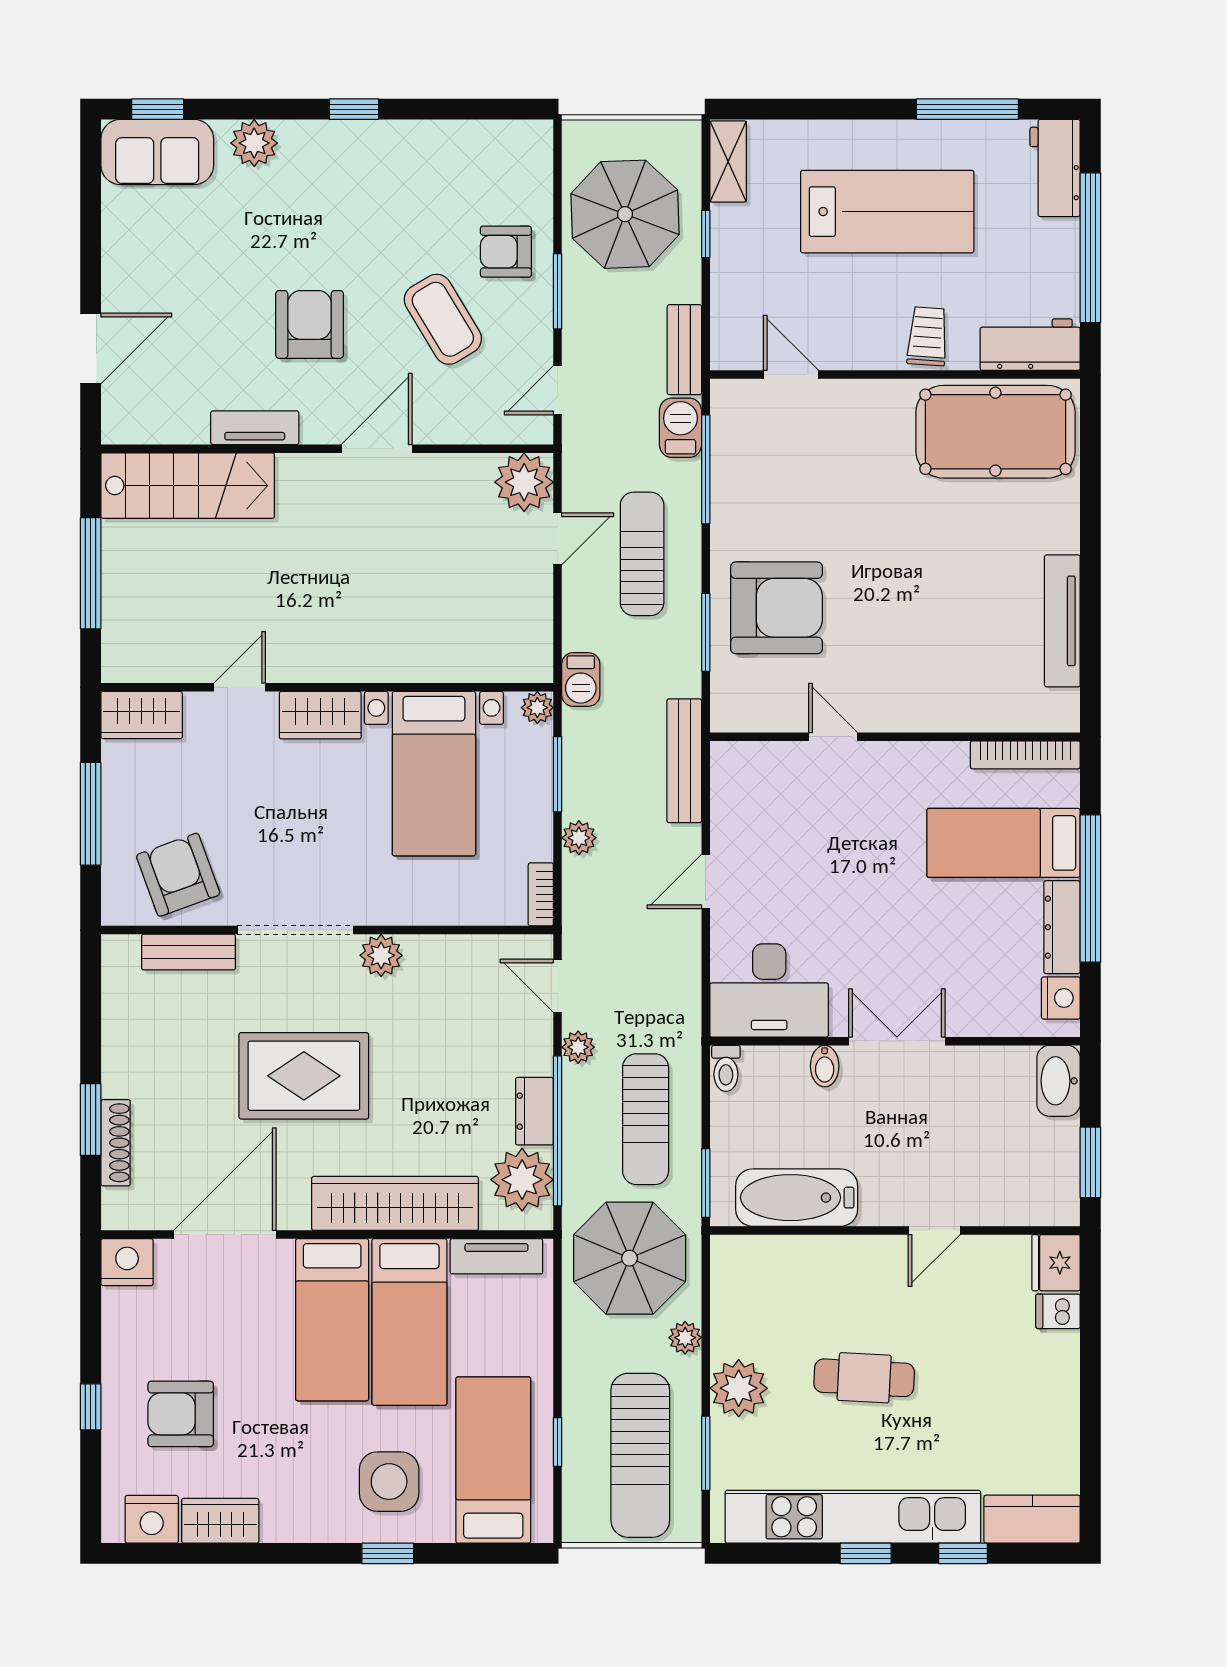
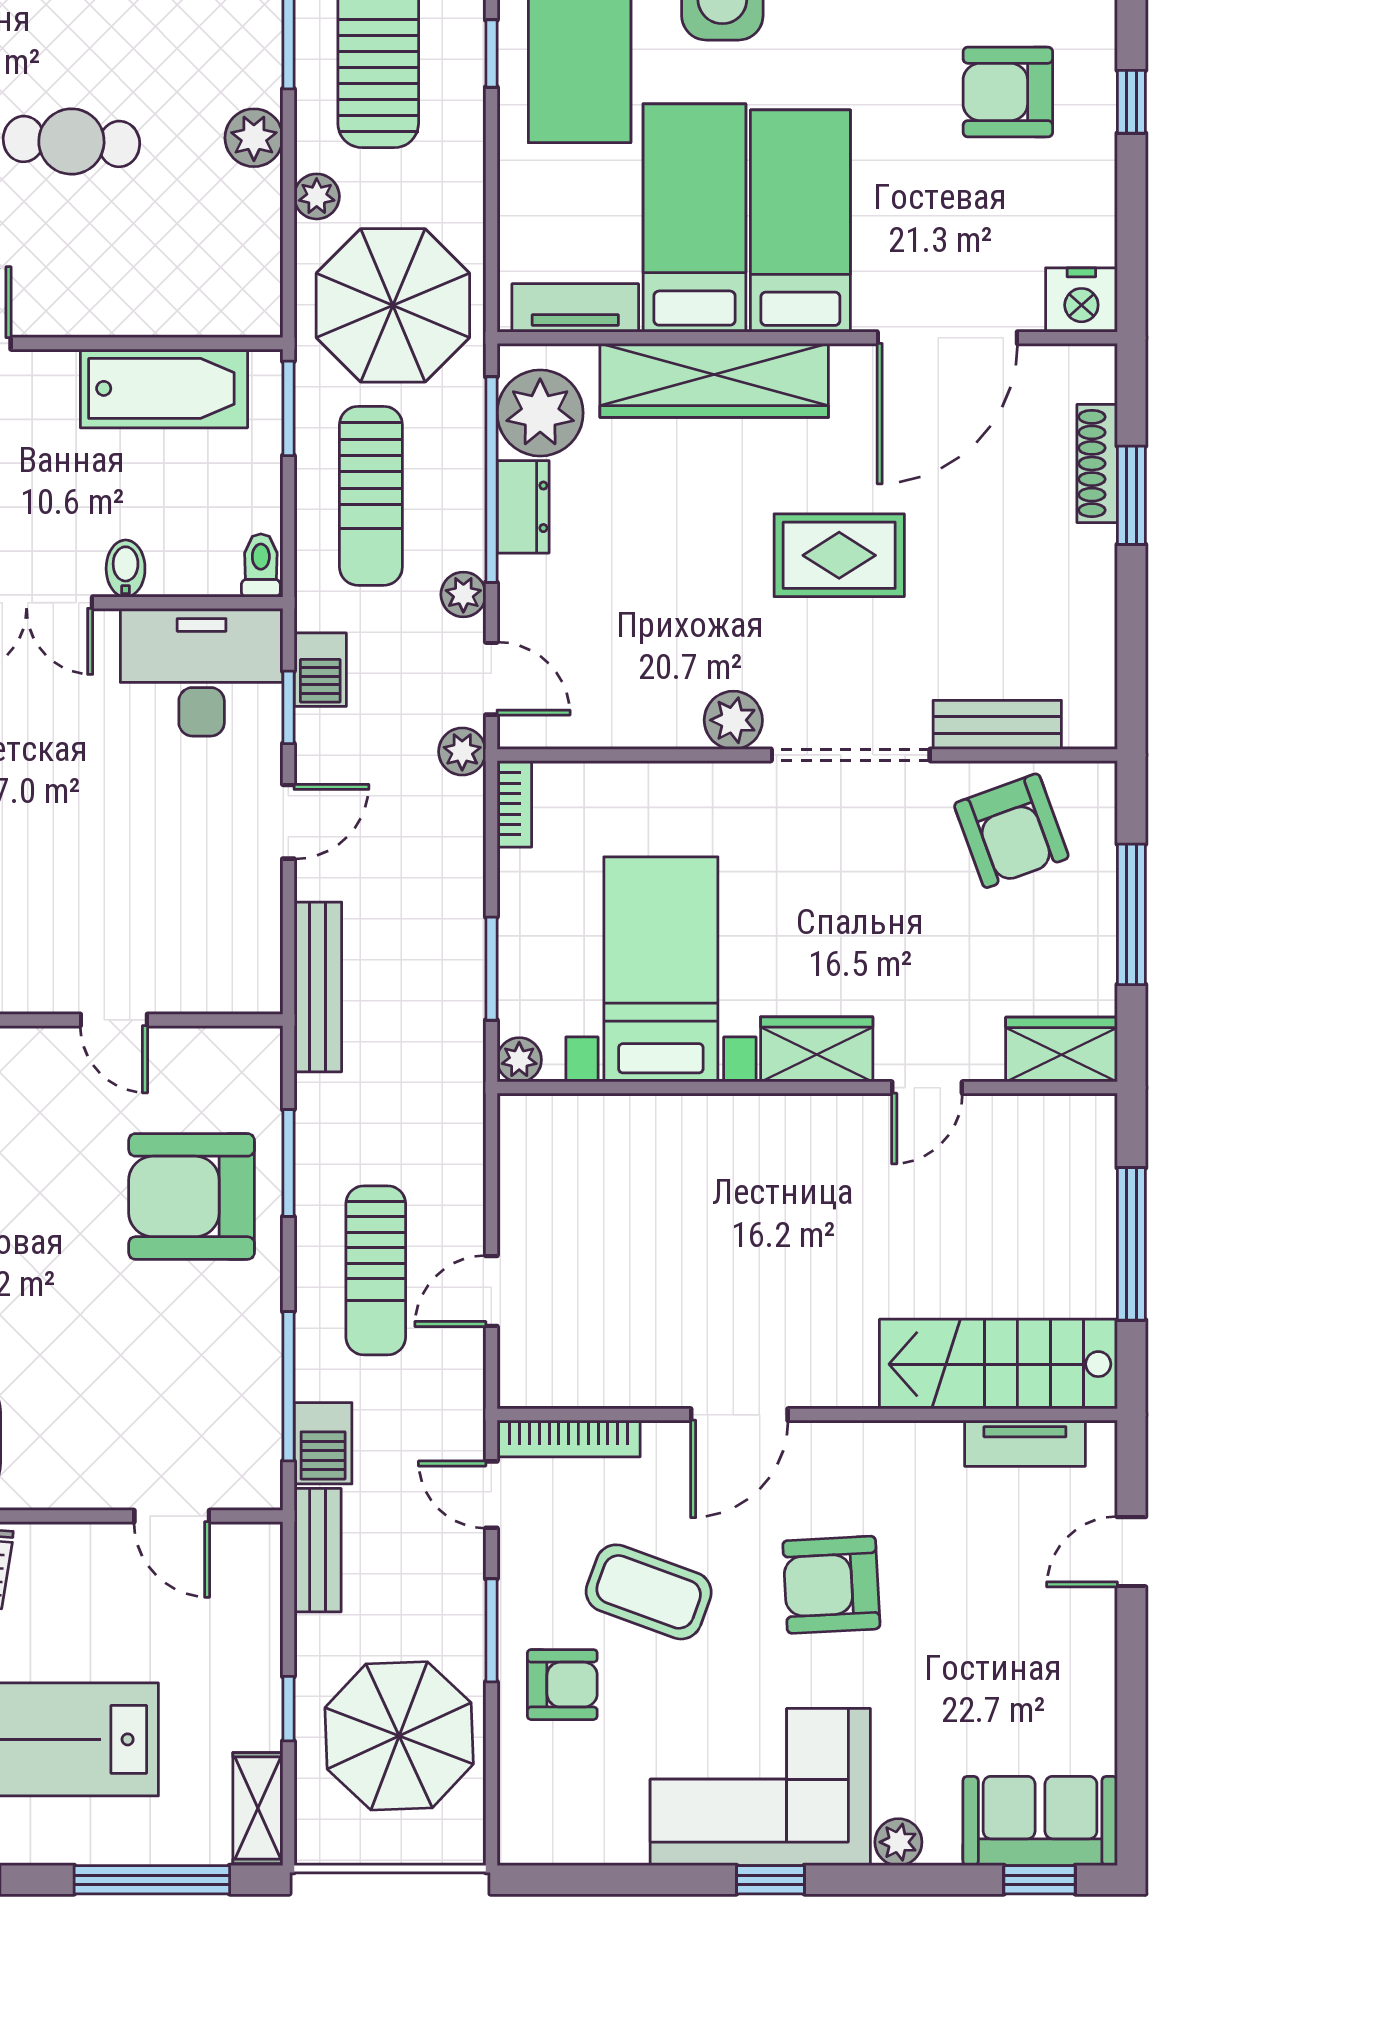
window: (805, 109) -> (152, 1880), added
plant: (254, 143) -> (898, 1842), width x0.73, depth x0.73
corner sofa: (361, 177) -> (760, 1787), added
coffee table: (443, 319) -> (649, 1592), turned -39
armchair: (310, 324) -> (831, 1585), turned 87
door: (91, 349) -> (1131, 1552), width x0.73
door: (558, 390) -> (491, 1495), swing flipped
tv unit: (255, 428) -> (1025, 1443), moved
bookcase: (501, 431) -> (569, 1439), added
plant: (524, 482) -> (537, 1369), removed
barbecue: (581, 679) -> (320, 670), moved, turned 180
plant: (579, 838) -> (462, 752), moved
window: (706, 965) -> (288, 707), added
rug: (304, 1076) -> (839, 555), width x0.73, depth x0.70
sun lounger: (646, 1119) -> (371, 496), turned 180
plant: (739, 1388) -> (254, 138), width x0.73, depth x0.73
armchair: (181, 1414) -> (1008, 92), turned 180

